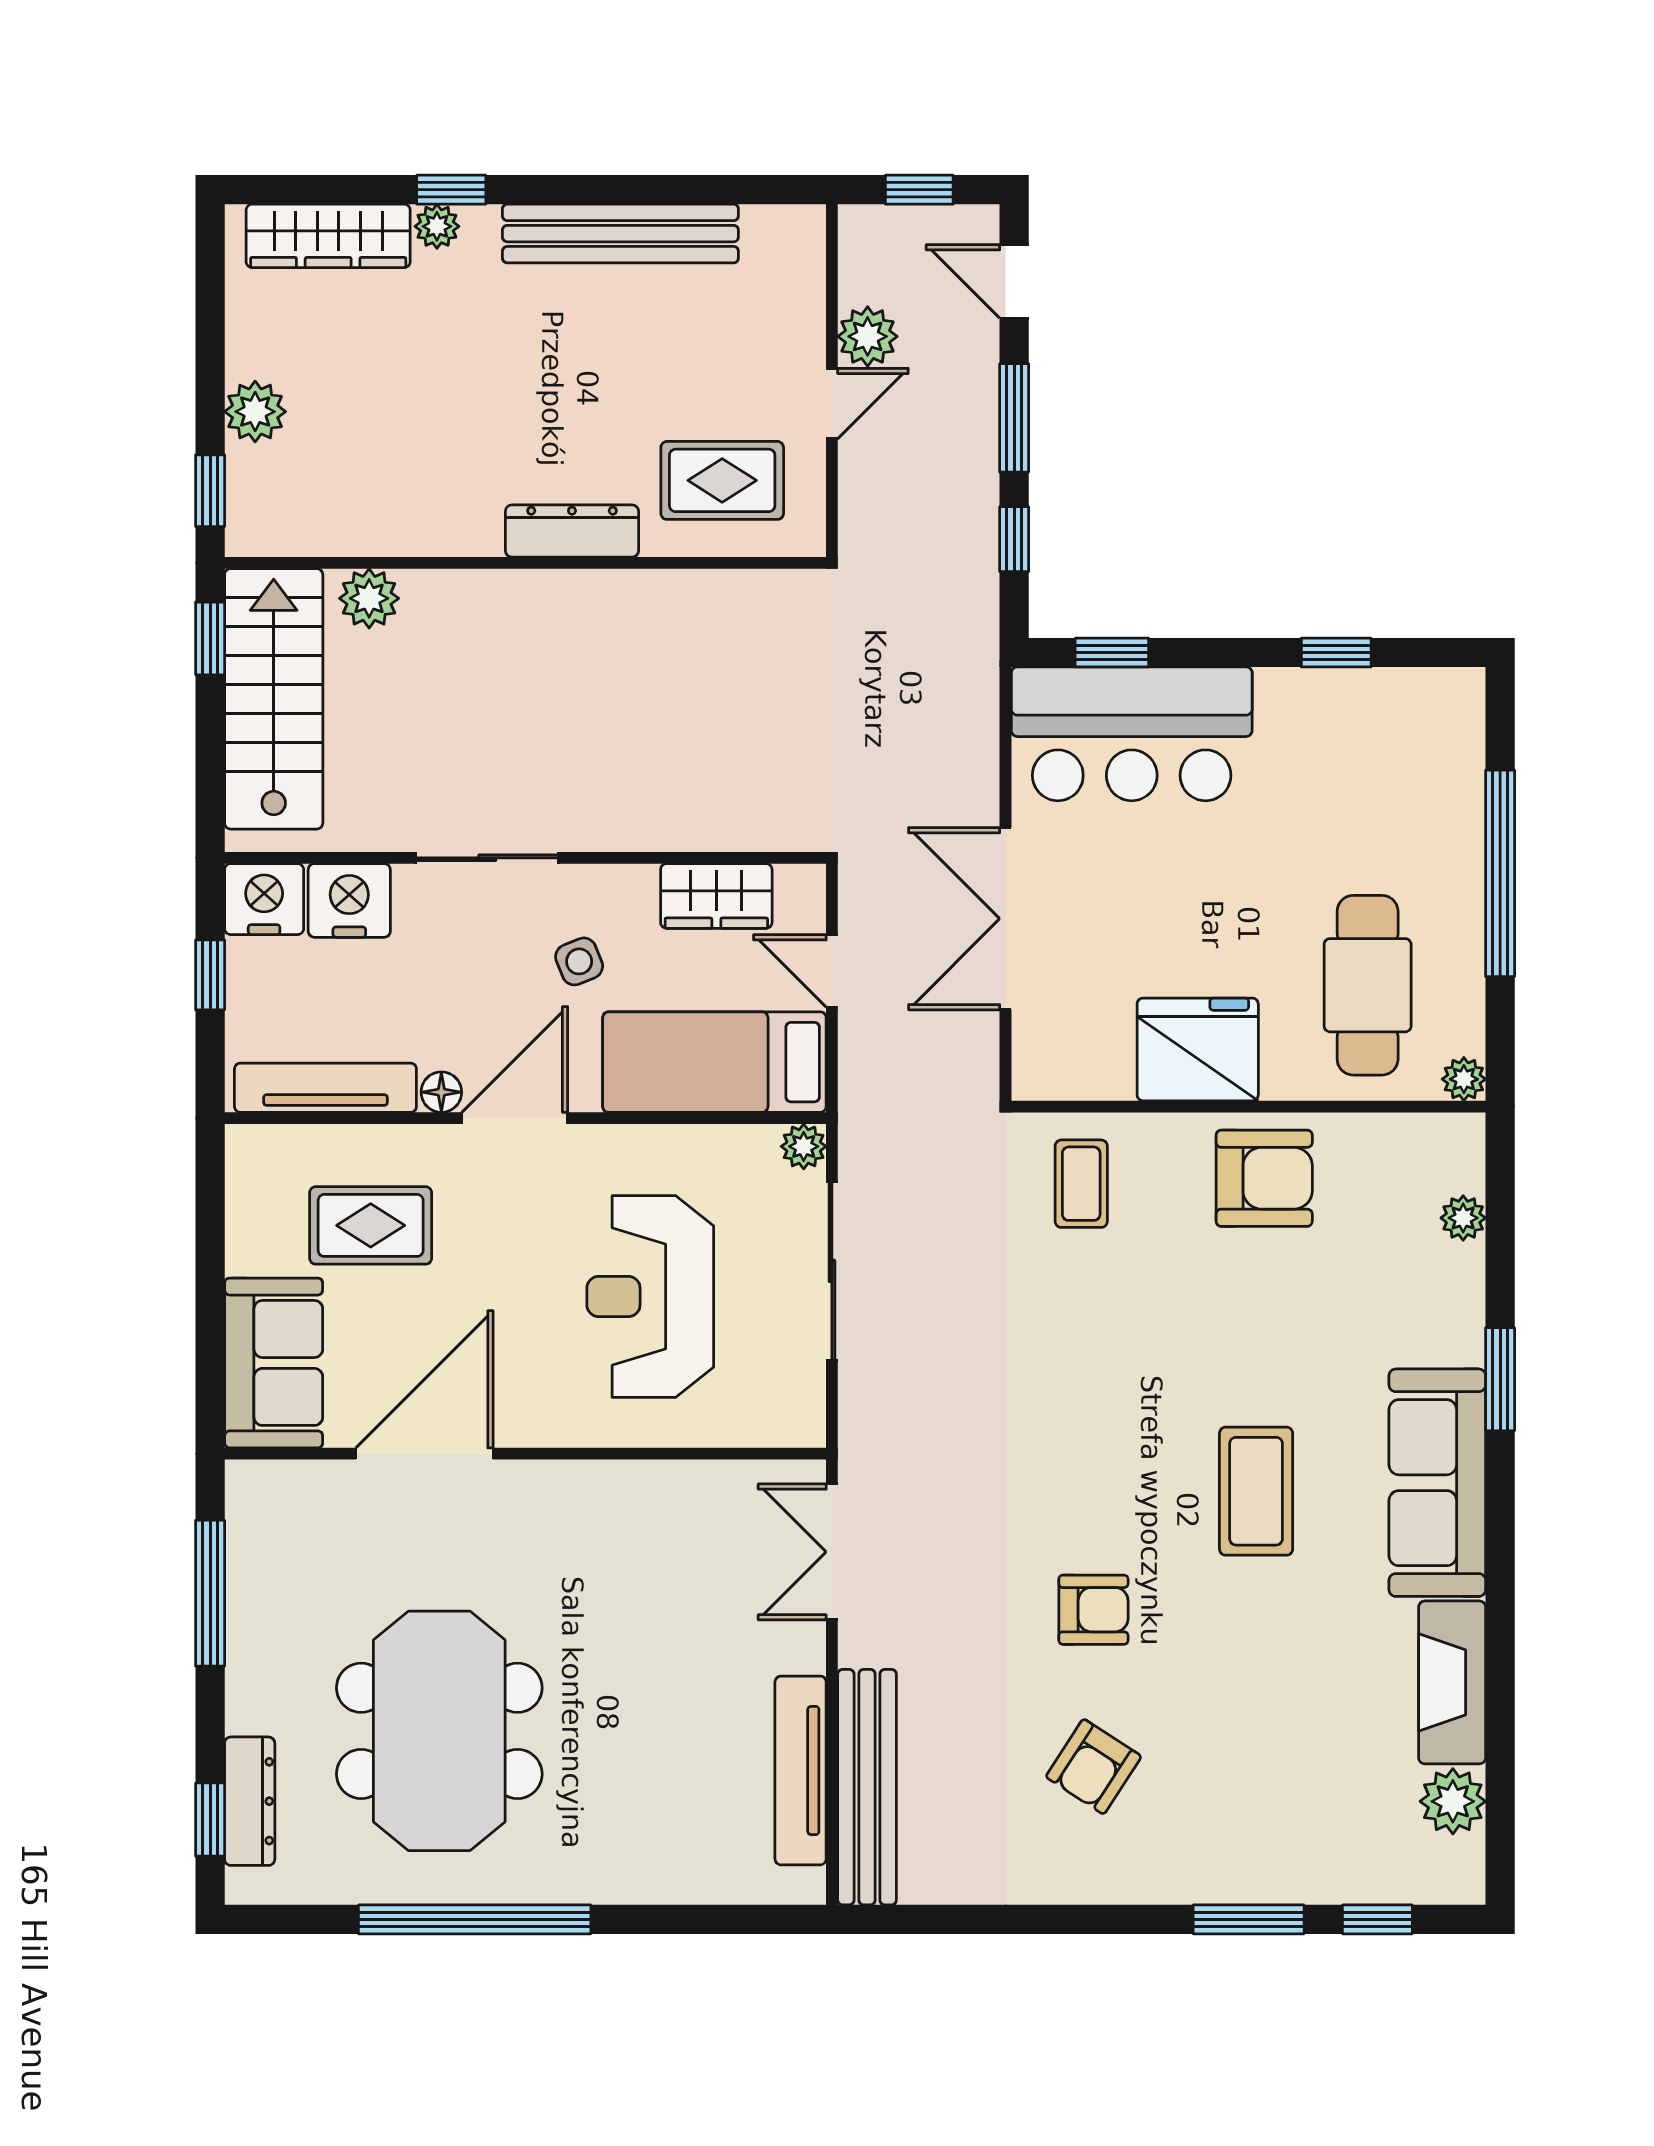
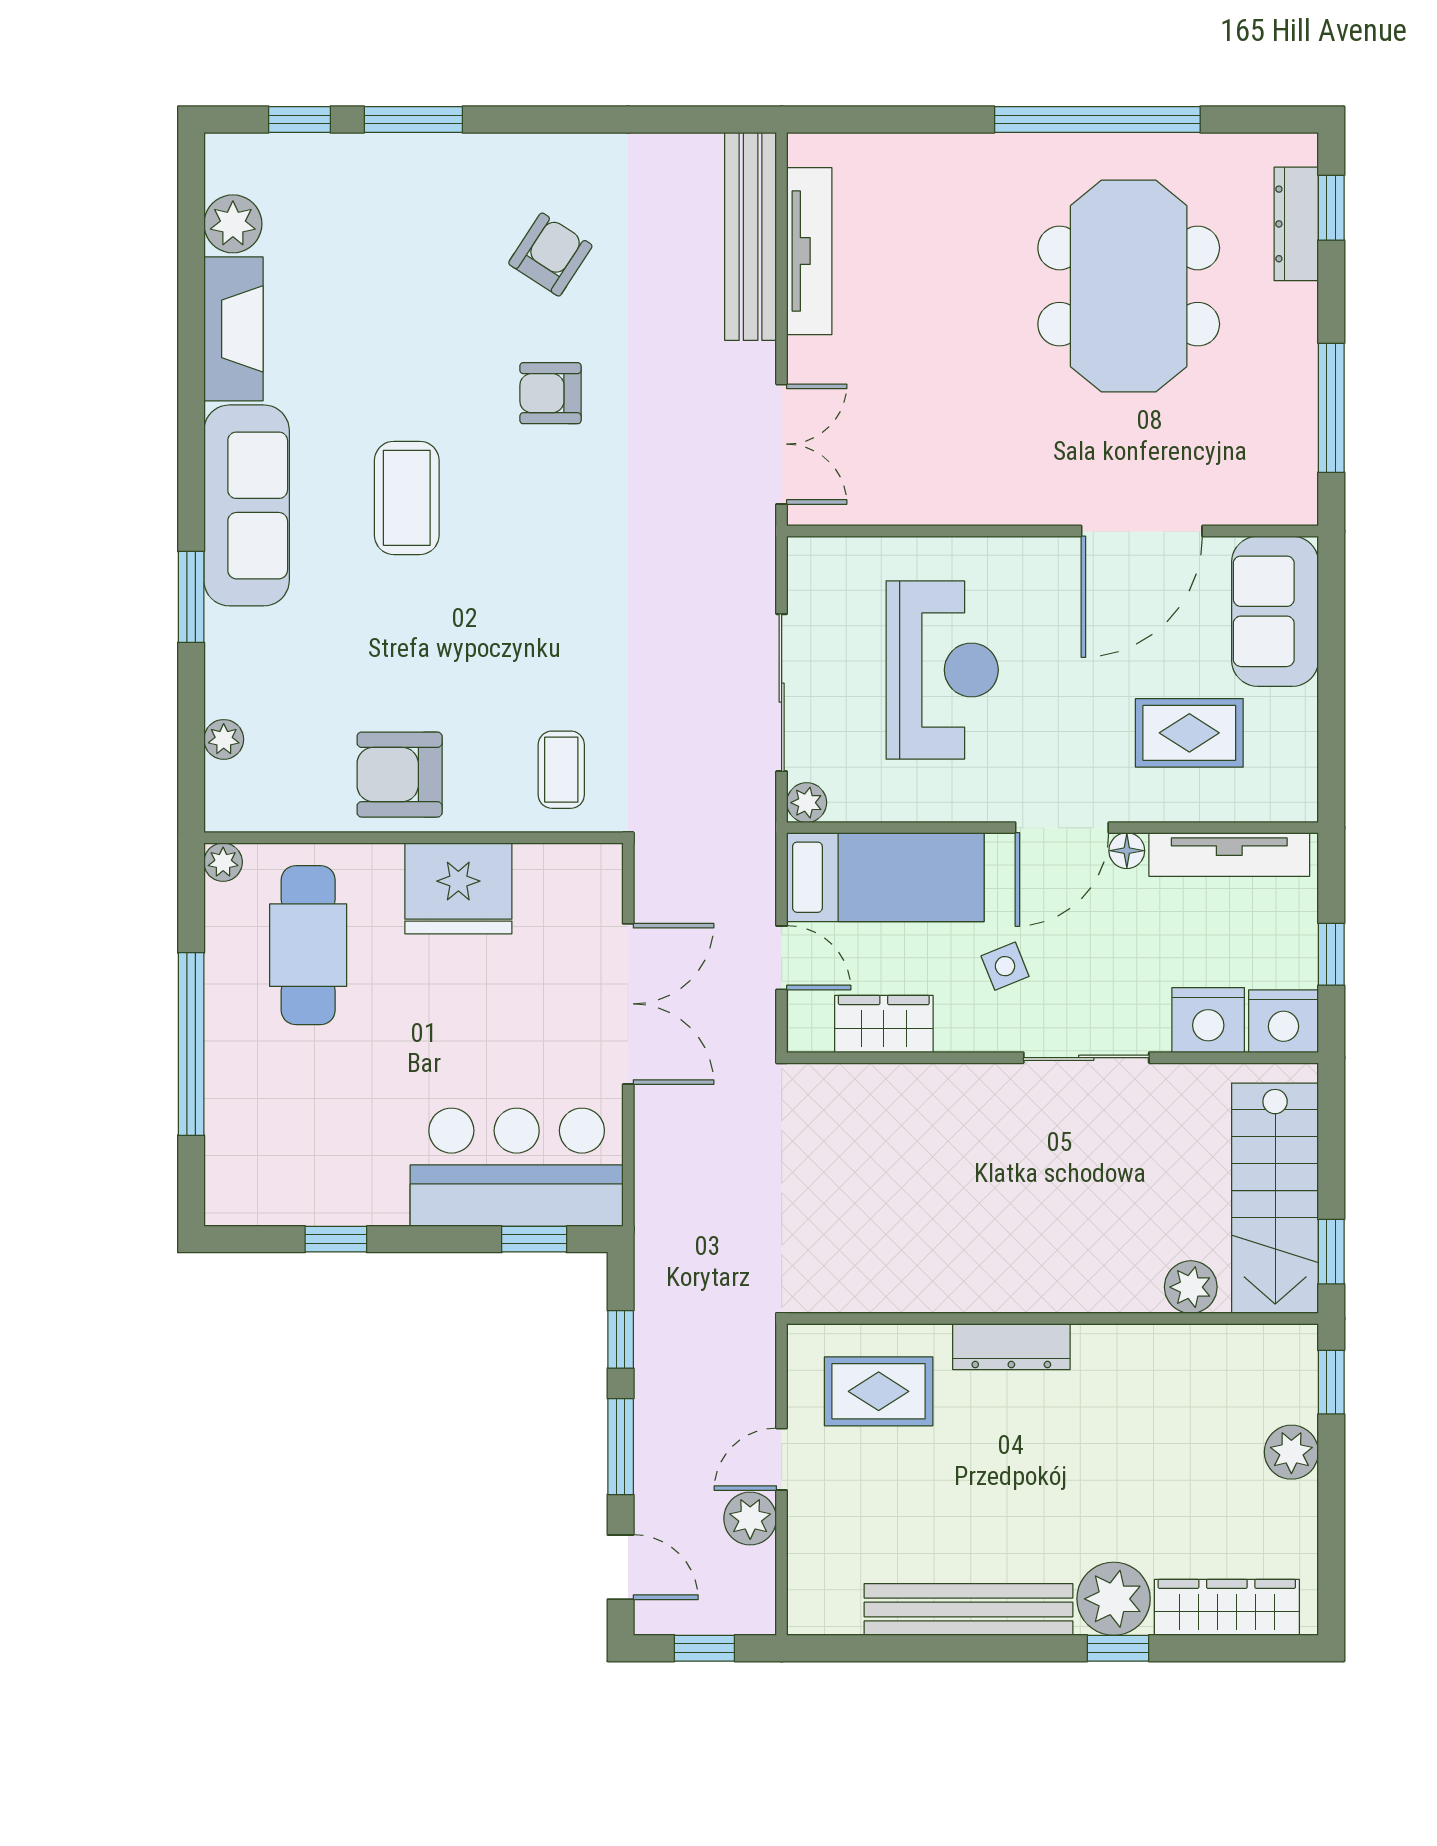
plant: (437, 226) -> (1114, 1599), width x1.88, depth x1.88

